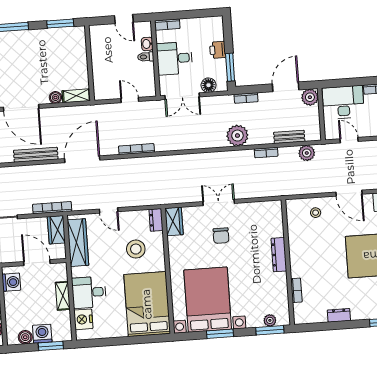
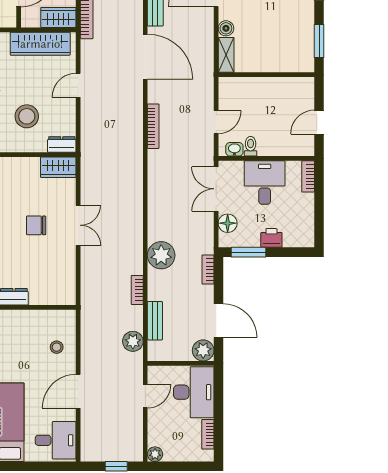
washbasin: (147, 44) -> (234, 149), moved
toilet: (146, 57) -> (251, 146), moved

